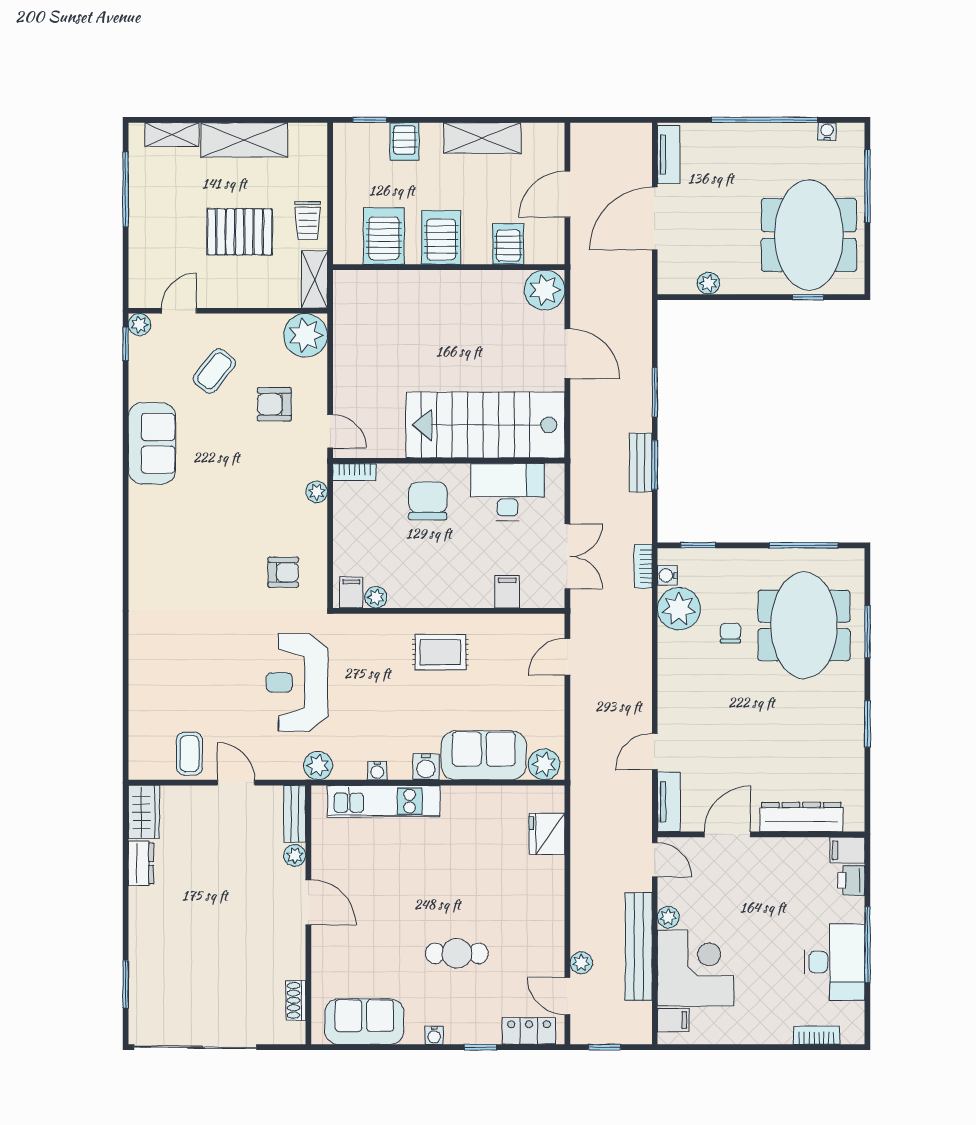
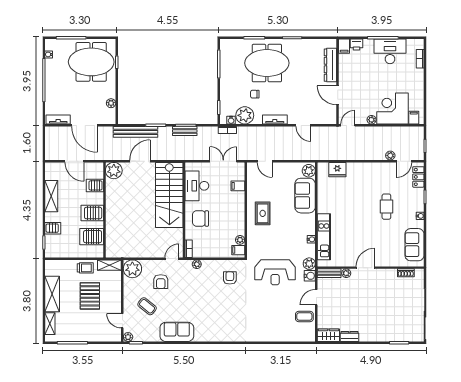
meeting table: (804, 625) -> (267, 63), moved
water cooler: (426, 767) -> (310, 276), moved
tv unit: (669, 802) -> (275, 119), moved
bench: (639, 946) -> (136, 132), moved

